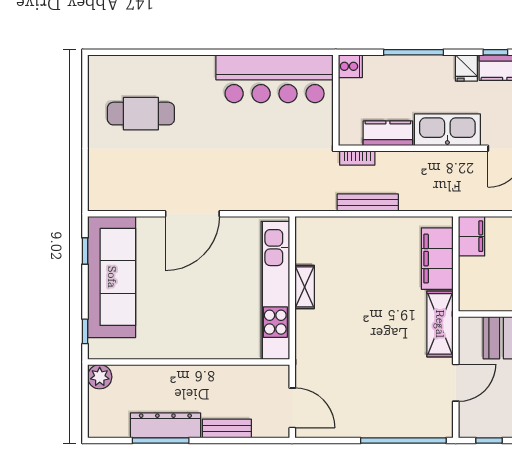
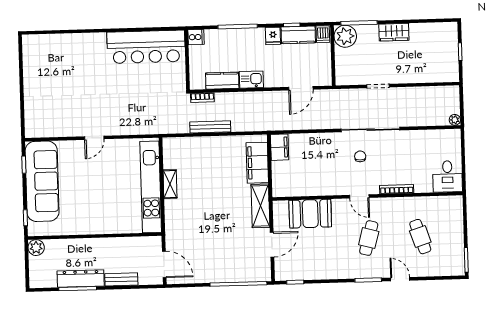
cafe table: (141, 114) -> (58, 72), removed
kitchen sink: (447, 130) -> (251, 80), width x0.53, depth x0.81
door: (192, 214) -> (94, 138), width x0.53

